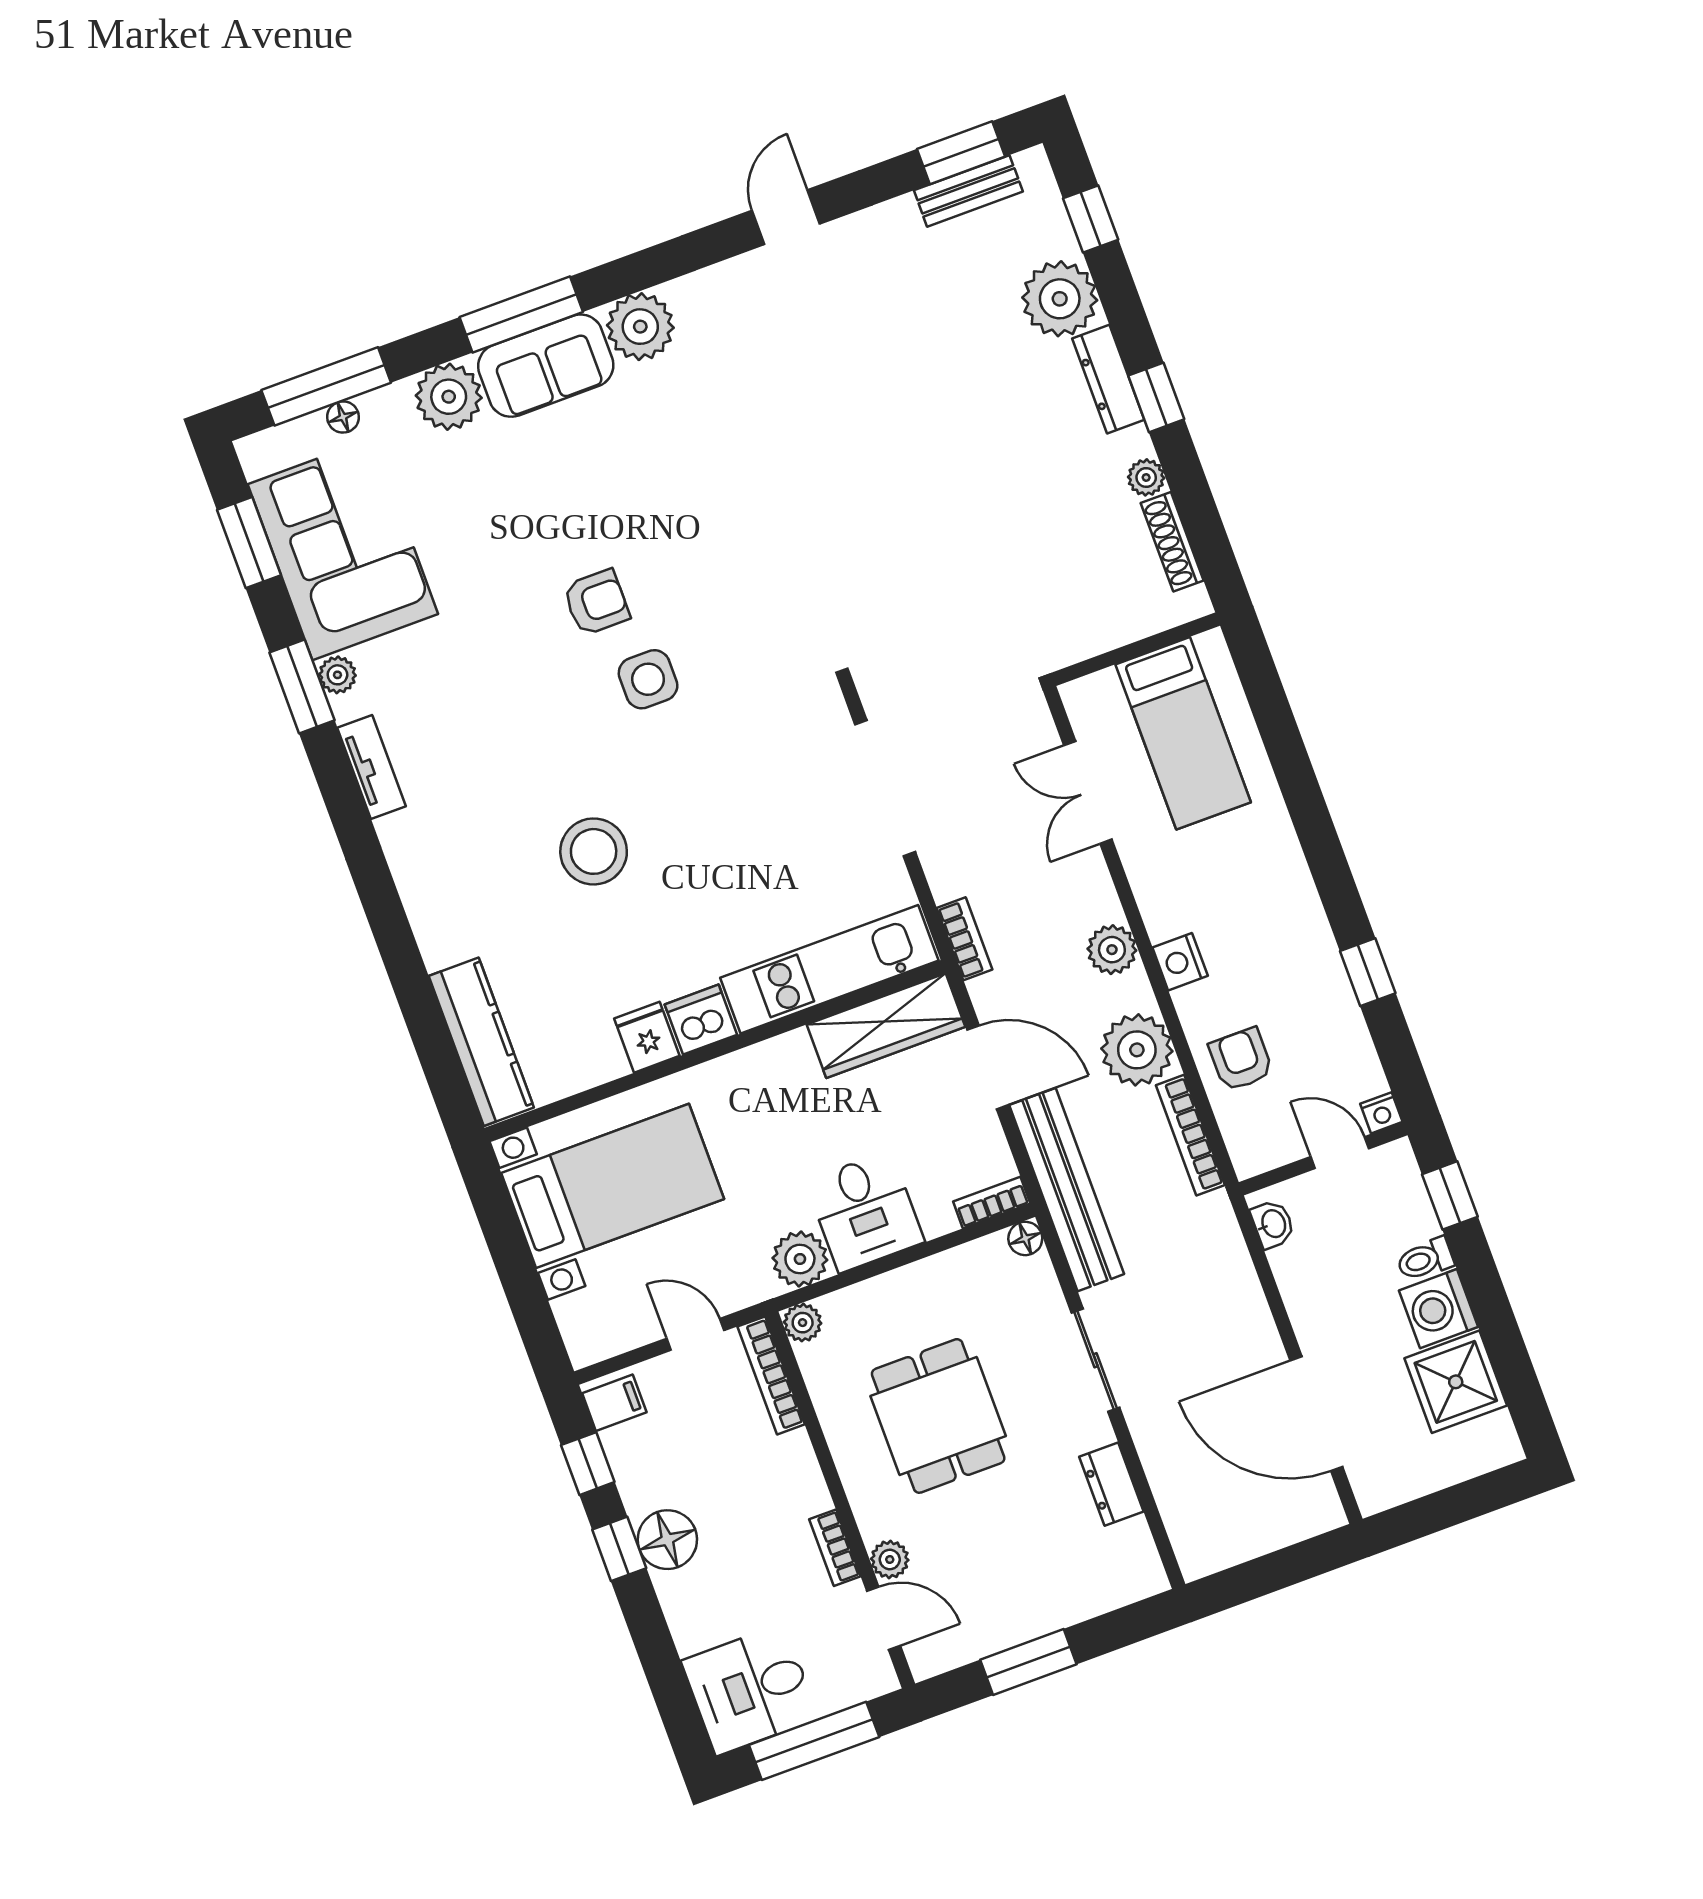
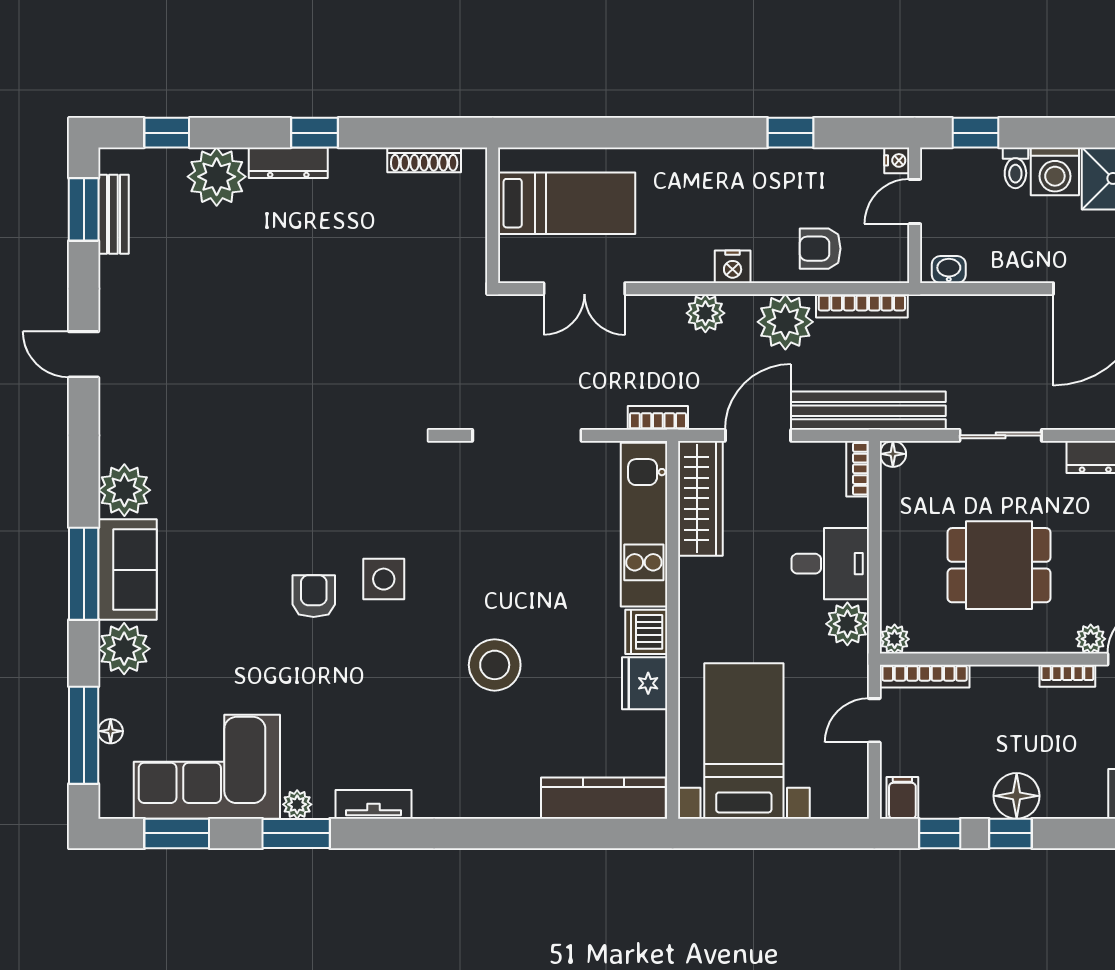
plant: (1146, 477) -> (370, 162), removed
fridge: (647, 1037) -> (645, 683), width x1.38

